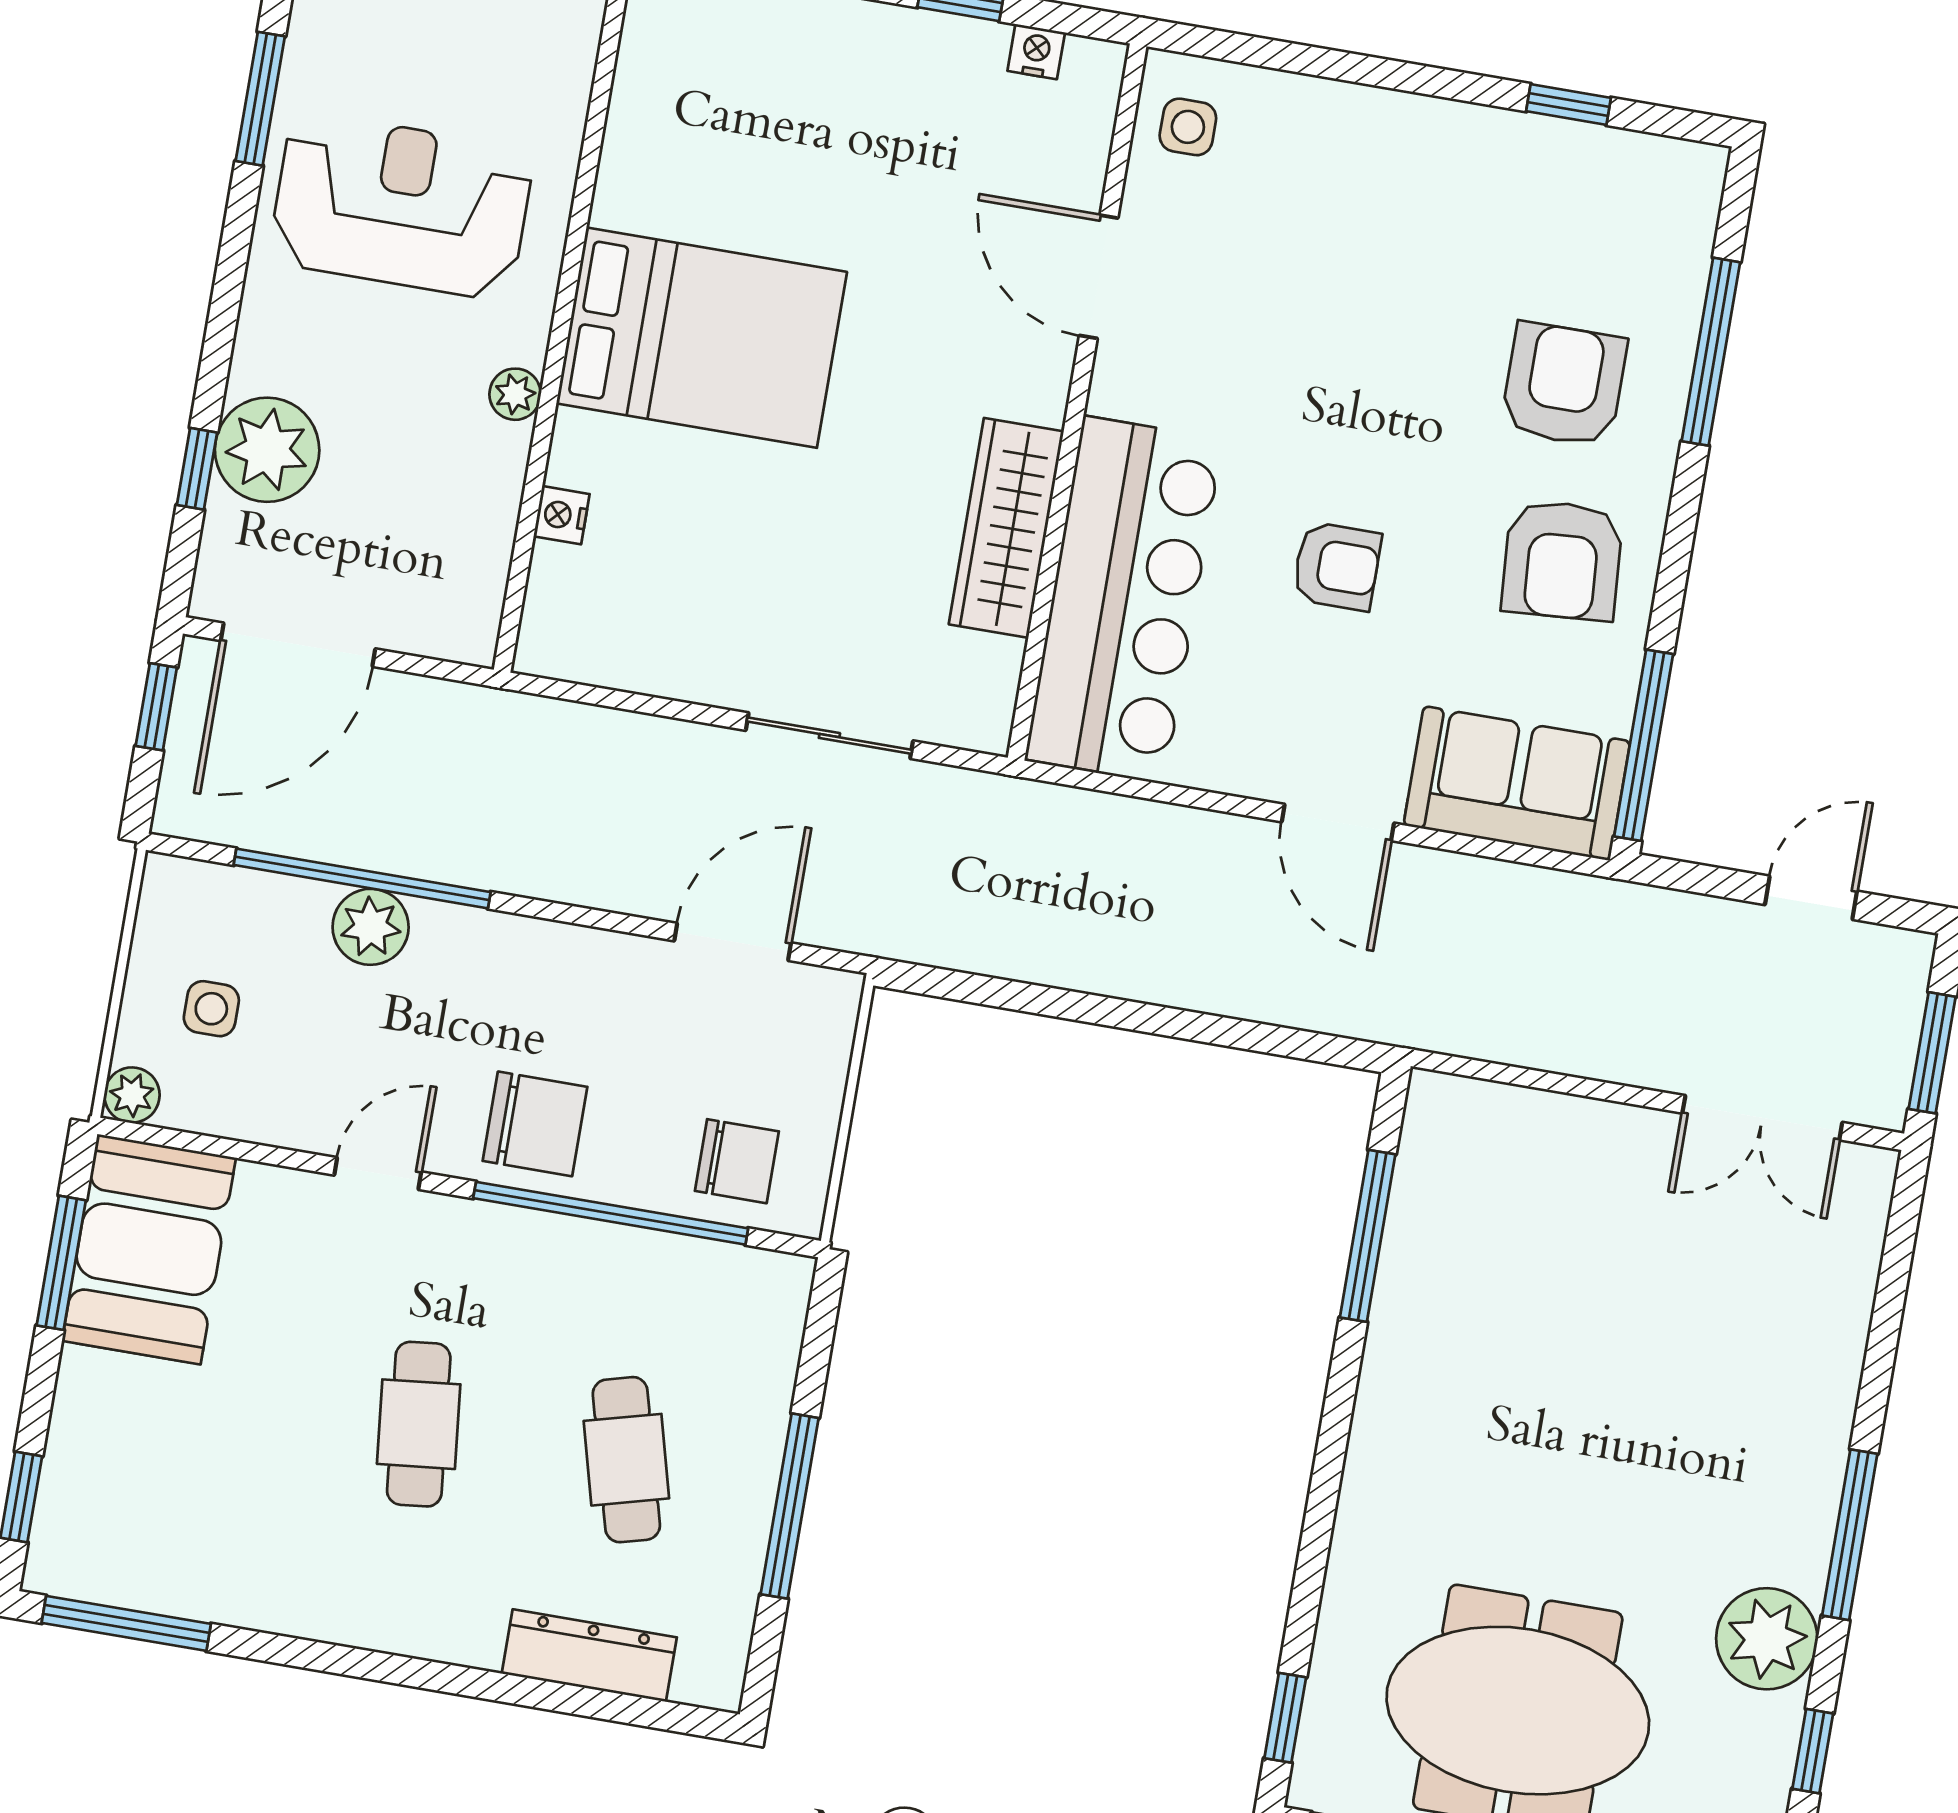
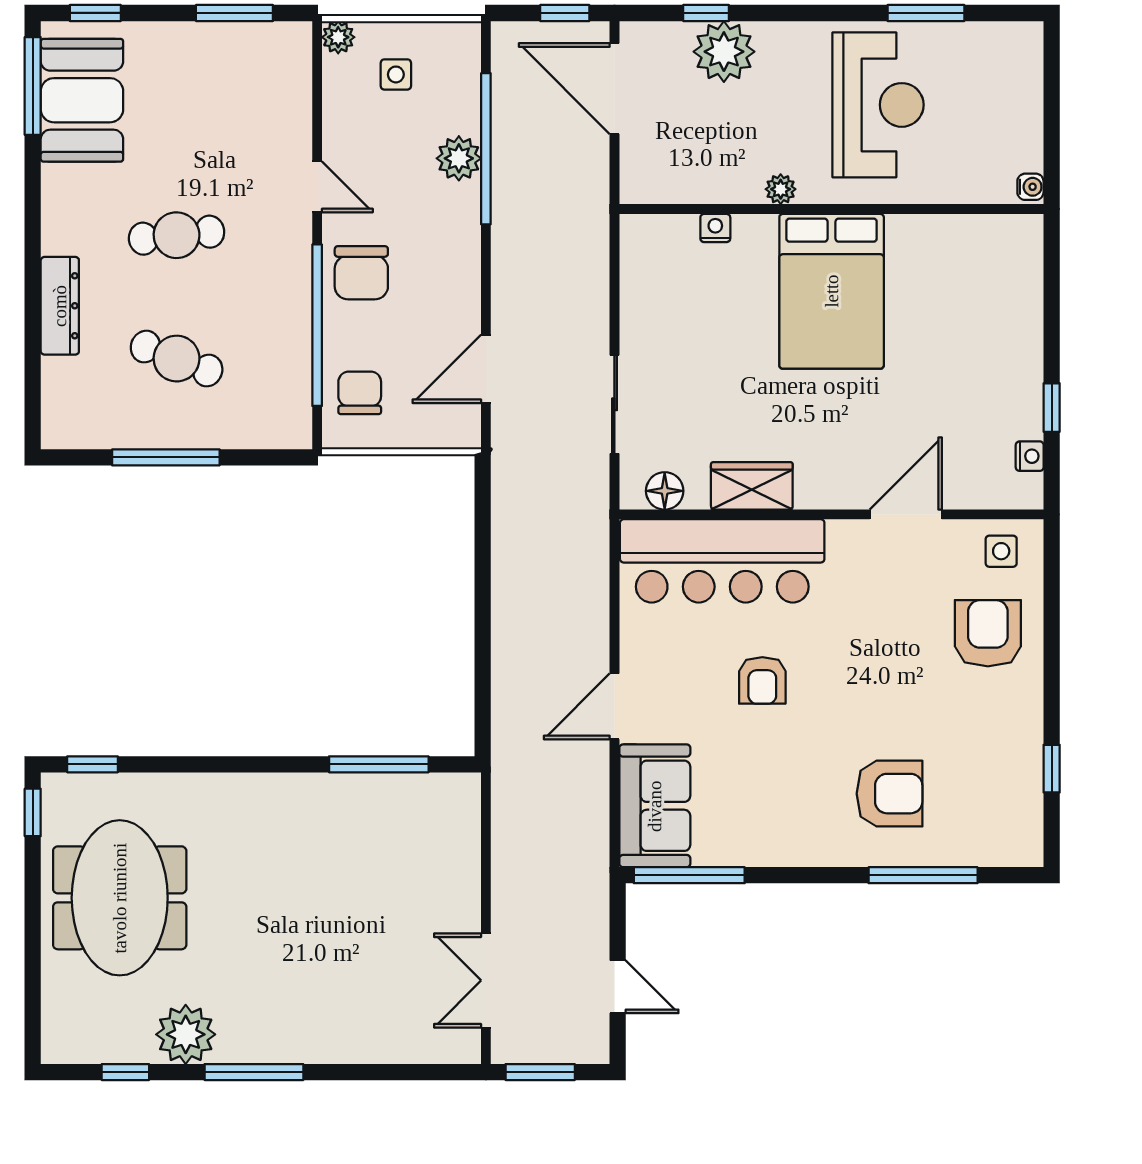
wardrobe: (1006, 528) -> (752, 486), width x0.67
armchair: (1562, 560) -> (988, 633), moved, turned 94
floor lamp: (990, 676) -> (665, 491), added
door: (733, 942) -> (486, 369), swing flipped
chair: (737, 1161) -> (360, 393), turned 180
booth: (149, 1249) -> (82, 100), moved, turned 90
cafe table: (626, 1460) -> (177, 359), turned 36
dresser: (589, 1655) -> (60, 306), moved

